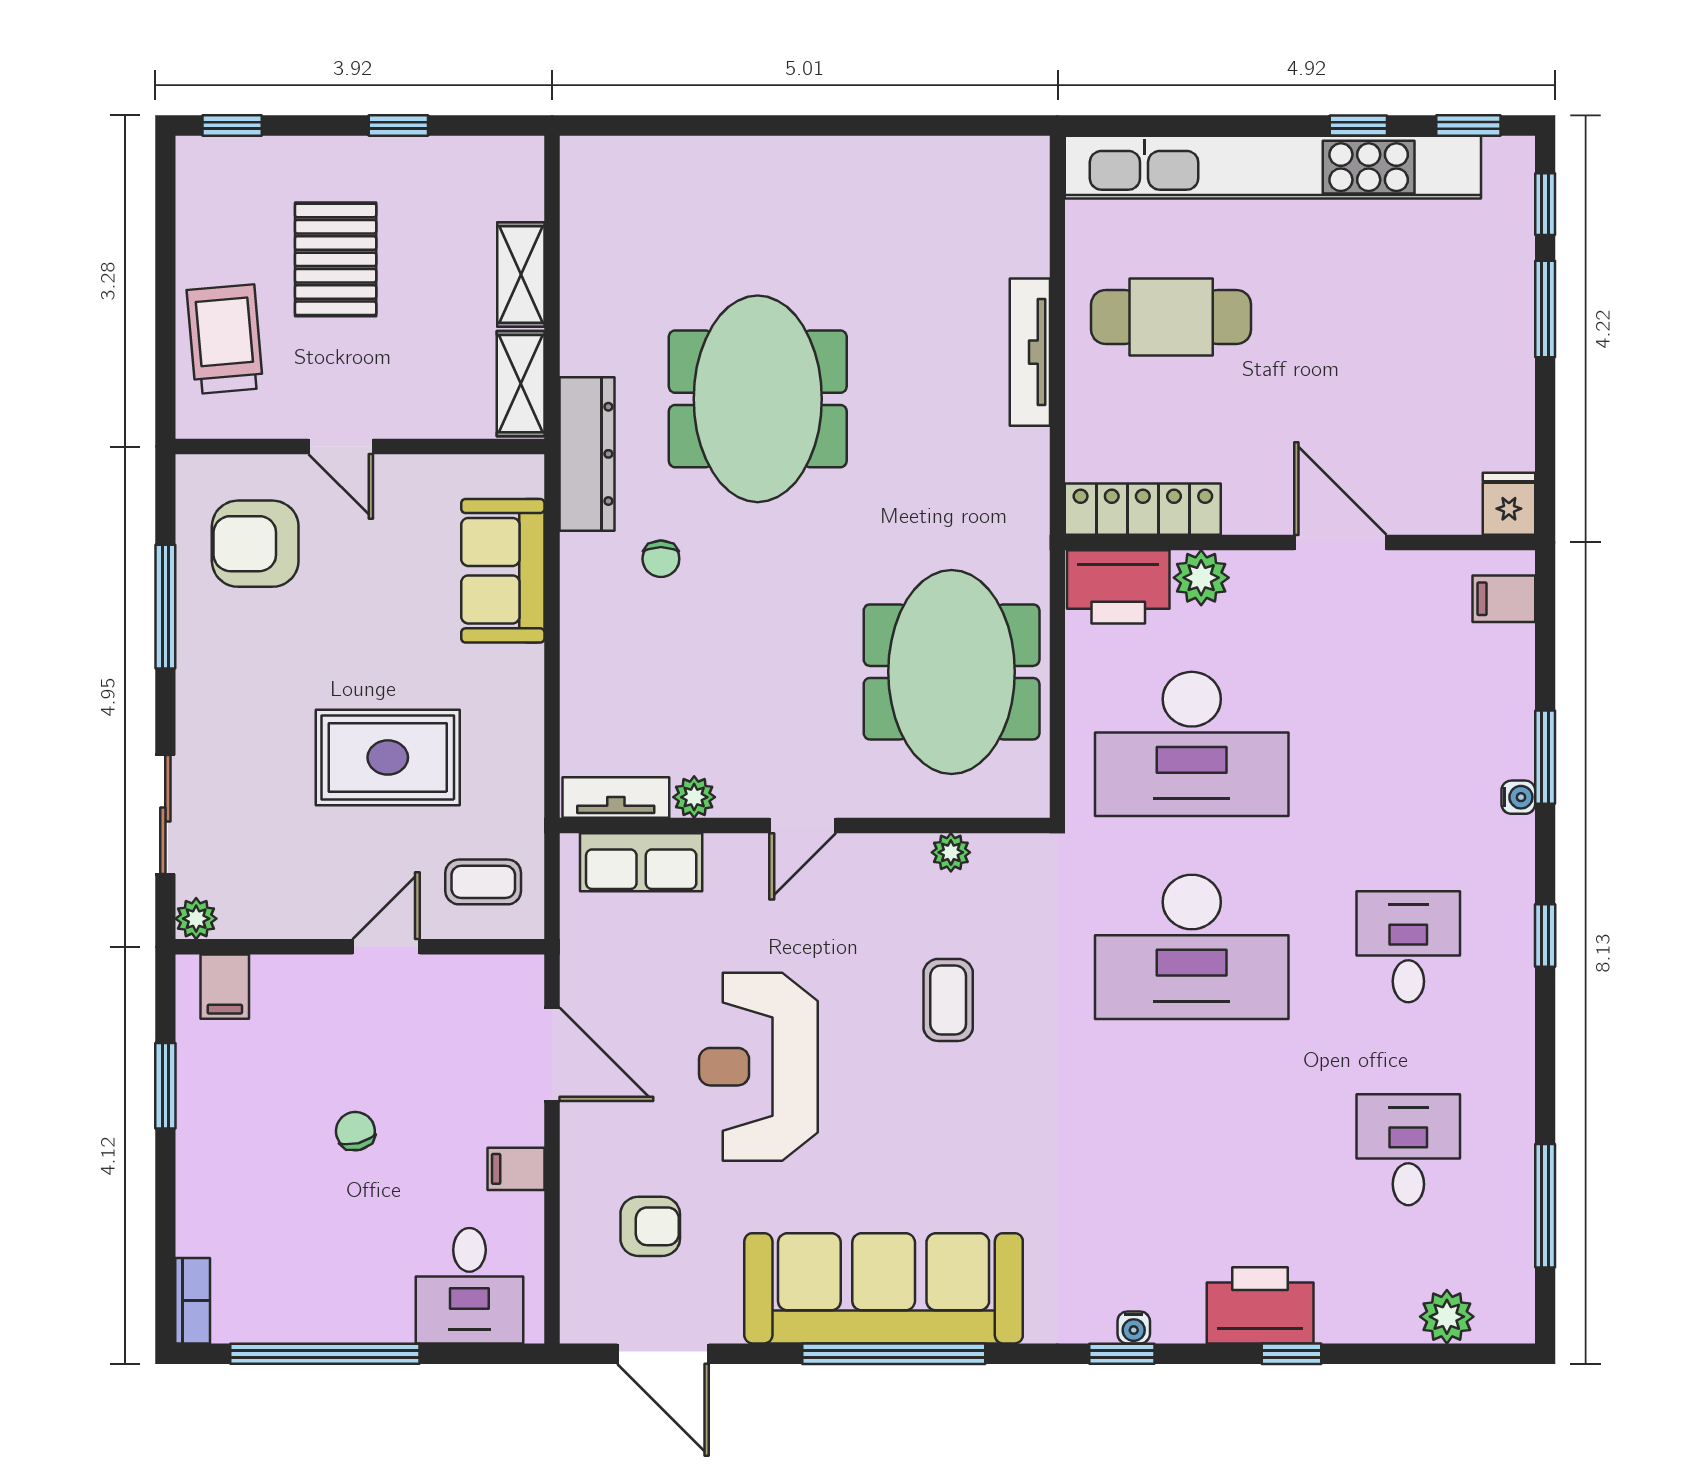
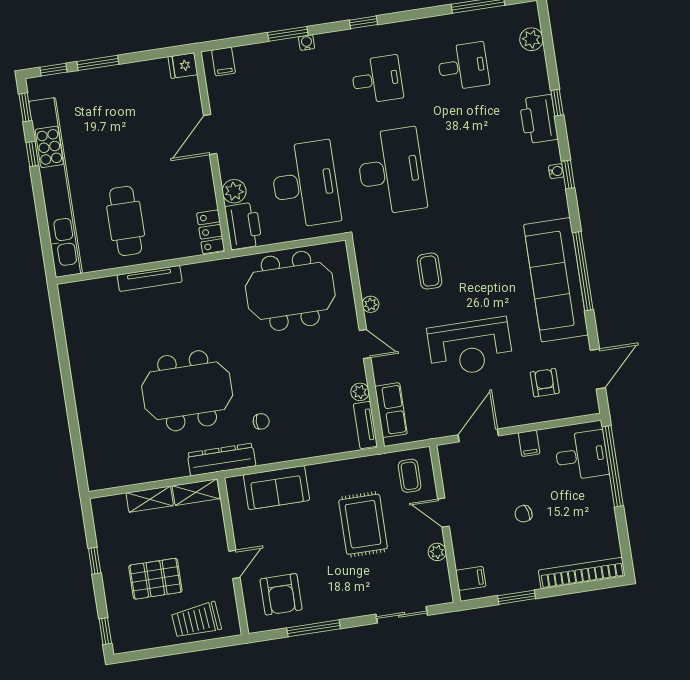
locker: (1143, 509) -> (211, 232), width x0.66
plant: (951, 852) -> (371, 304), moved
plant: (196, 919) -> (437, 552), moved
desk: (1408, 947) -> (377, 80), turned 180
coffee table: (948, 1000) -> (429, 271), turned 90
desk: (1408, 1150) -> (463, 66), turned 180
bookcase: (193, 1301) -> (582, 573), width x2.31, depth x1.31
window: (325, 1354) -> (613, 466), moved

